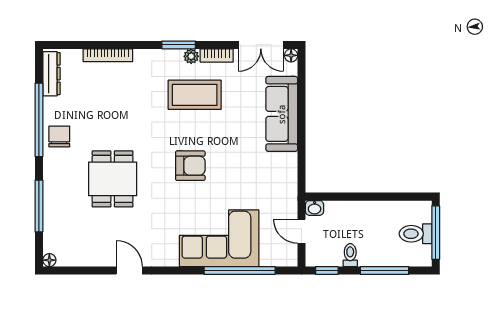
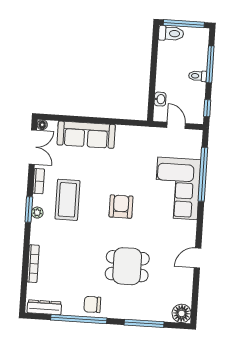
plant: (191, 56) -> (37, 213), moved
washbasin: (315, 208) -> (160, 99), moved
door: (301, 231) -> (176, 125), swing flipped
toilet: (415, 234) -> (171, 33), moved, turned -90
toilet: (350, 255) -> (198, 76), moved
floor lamp: (49, 260) -> (182, 313), width x1.89, depth x1.89

